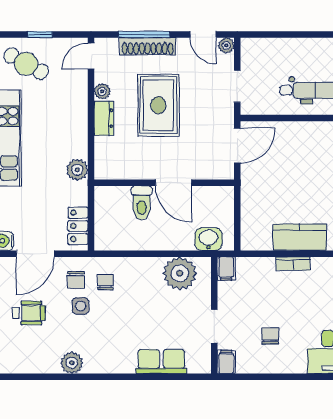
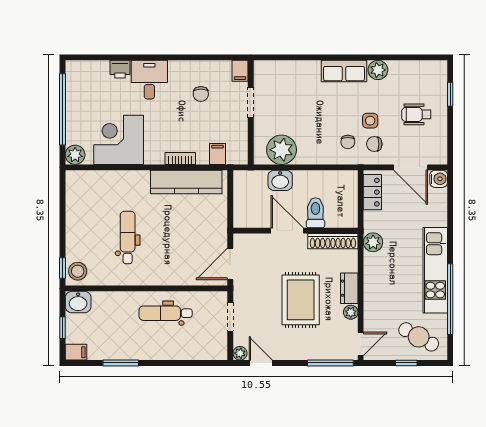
window: (144, 34) -> (330, 363), moved
shoe rack: (148, 46) -> (333, 241), moved, turned 180
kitchen counter: (300, 237) -> (186, 182), width x1.50
washbasin: (209, 239) -> (280, 180), moved
door: (35, 254) -> (411, 167), swing flipped
filing cabinet: (226, 269) -> (218, 154), moved
chair: (76, 280) -> (374, 144), turned -90
row of seats: (161, 362) -> (344, 71), moved

